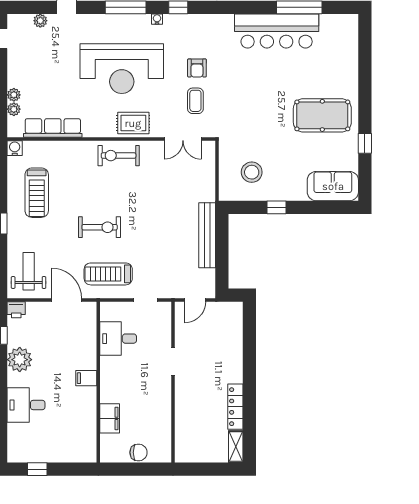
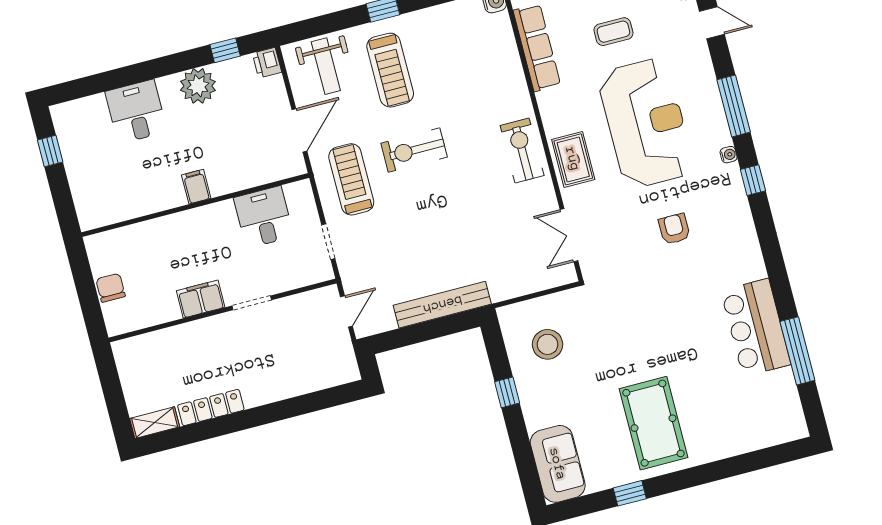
bar counter: (277, 31) -> (756, 328), width x0.73
armchair: (197, 68) -> (674, 229), turned 90
reception desk: (122, 69) -> (646, 123), turned 180
coffee table: (195, 101) -> (613, 32), moved
treadmill: (37, 193) -> (390, 70), moved, turned -90
exercise bike: (100, 227) -> (414, 150), turned 90
weight bench: (29, 271) -> (326, 66), turned 90
door: (195, 300) -> (346, 311), swing flipped
filing cabinet: (110, 418) -> (201, 299), moved, turned 180
chair: (139, 452) -> (111, 288), turned 180

